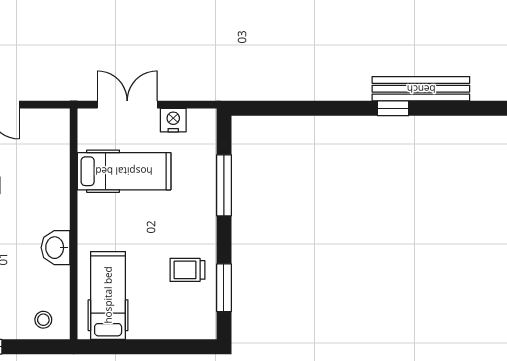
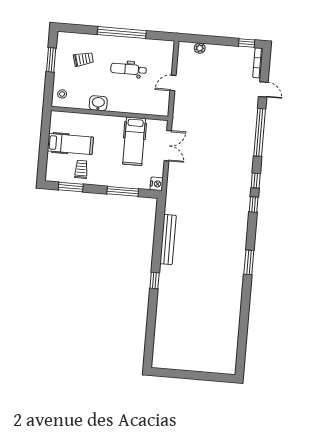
bench: (421, 89) -> (168, 239), moved
nightstand: (173, 120) -> (157, 184), moved
hospital bed: (108, 295) -> (70, 144), moved

